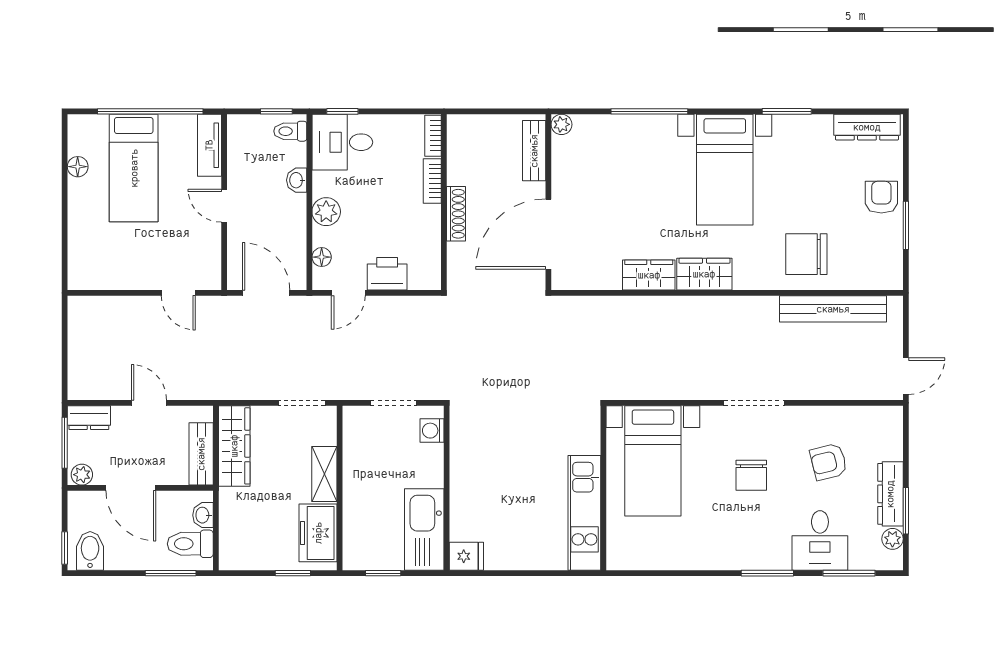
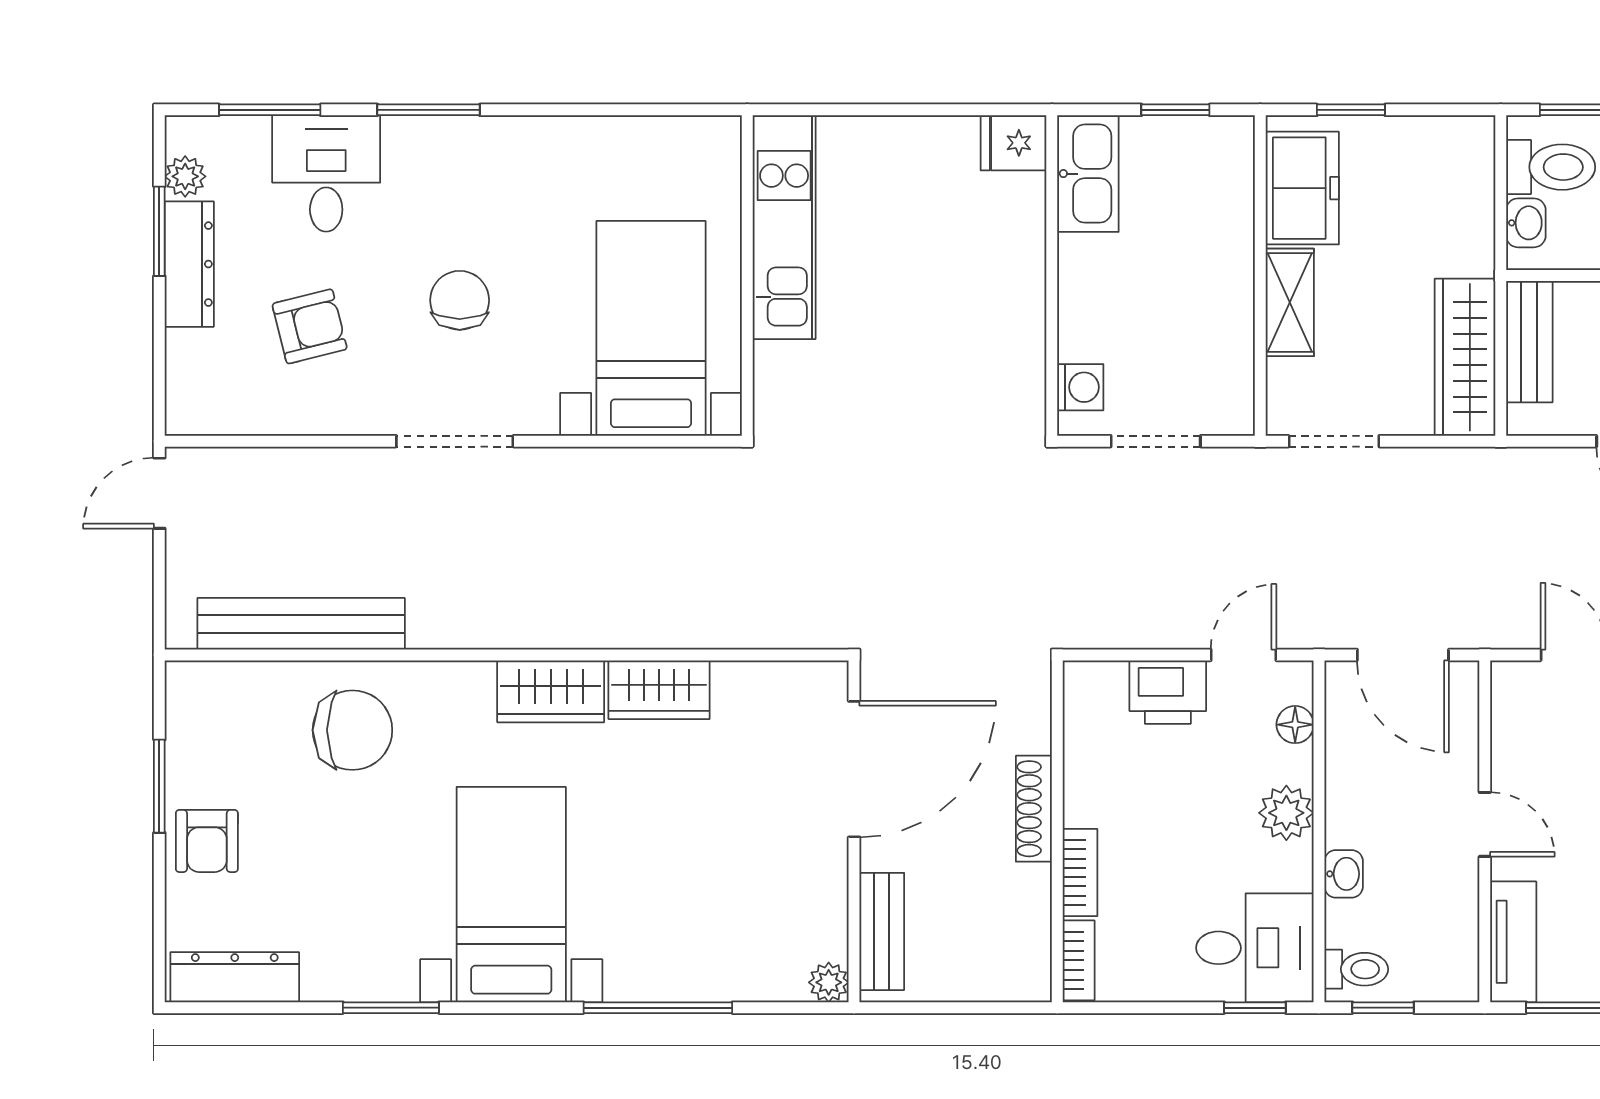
kitchen sink: (424, 530) -> (1088, 174), width x0.73, depth x0.81

